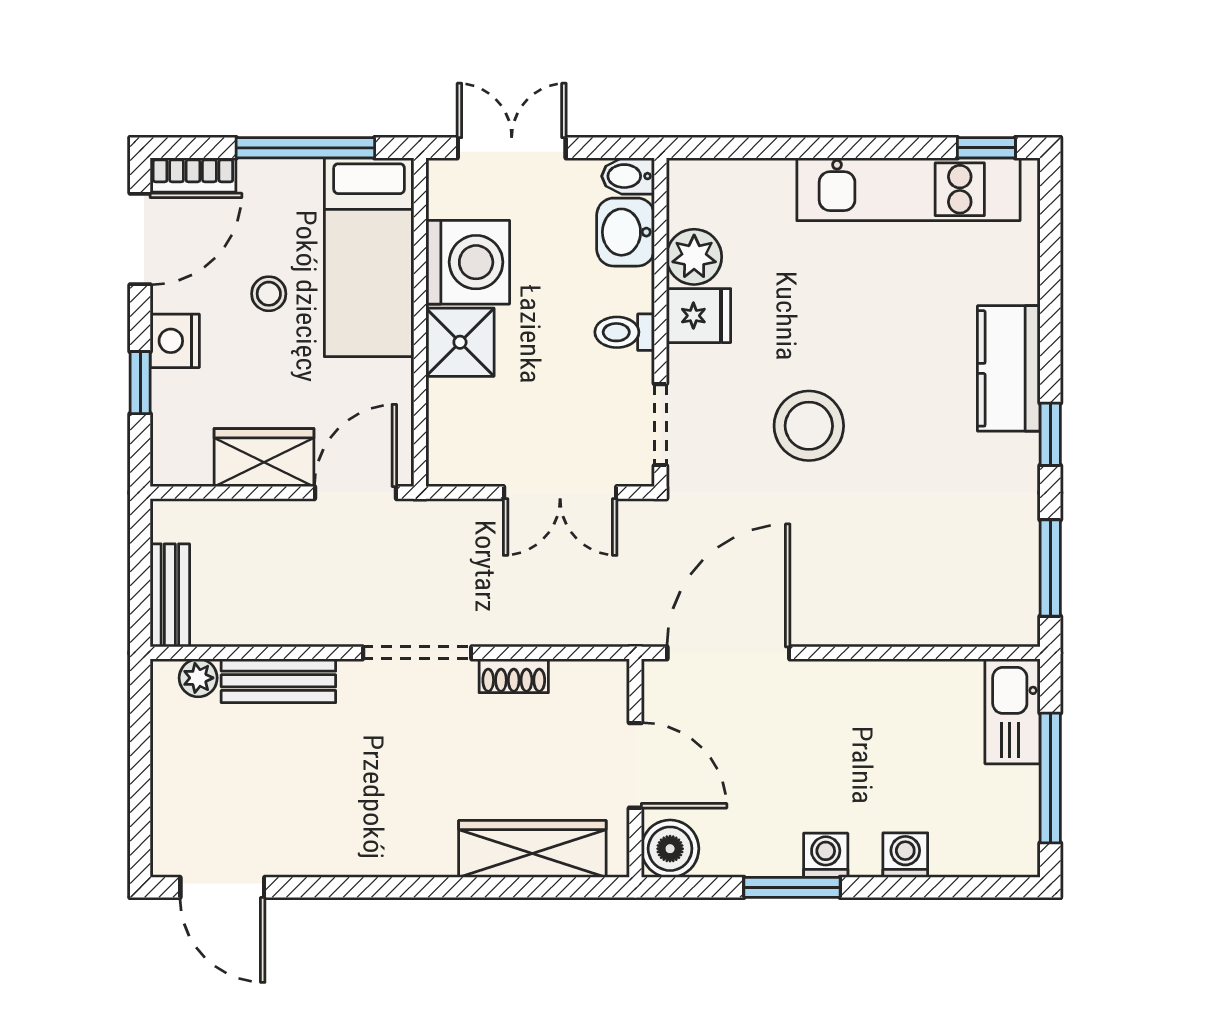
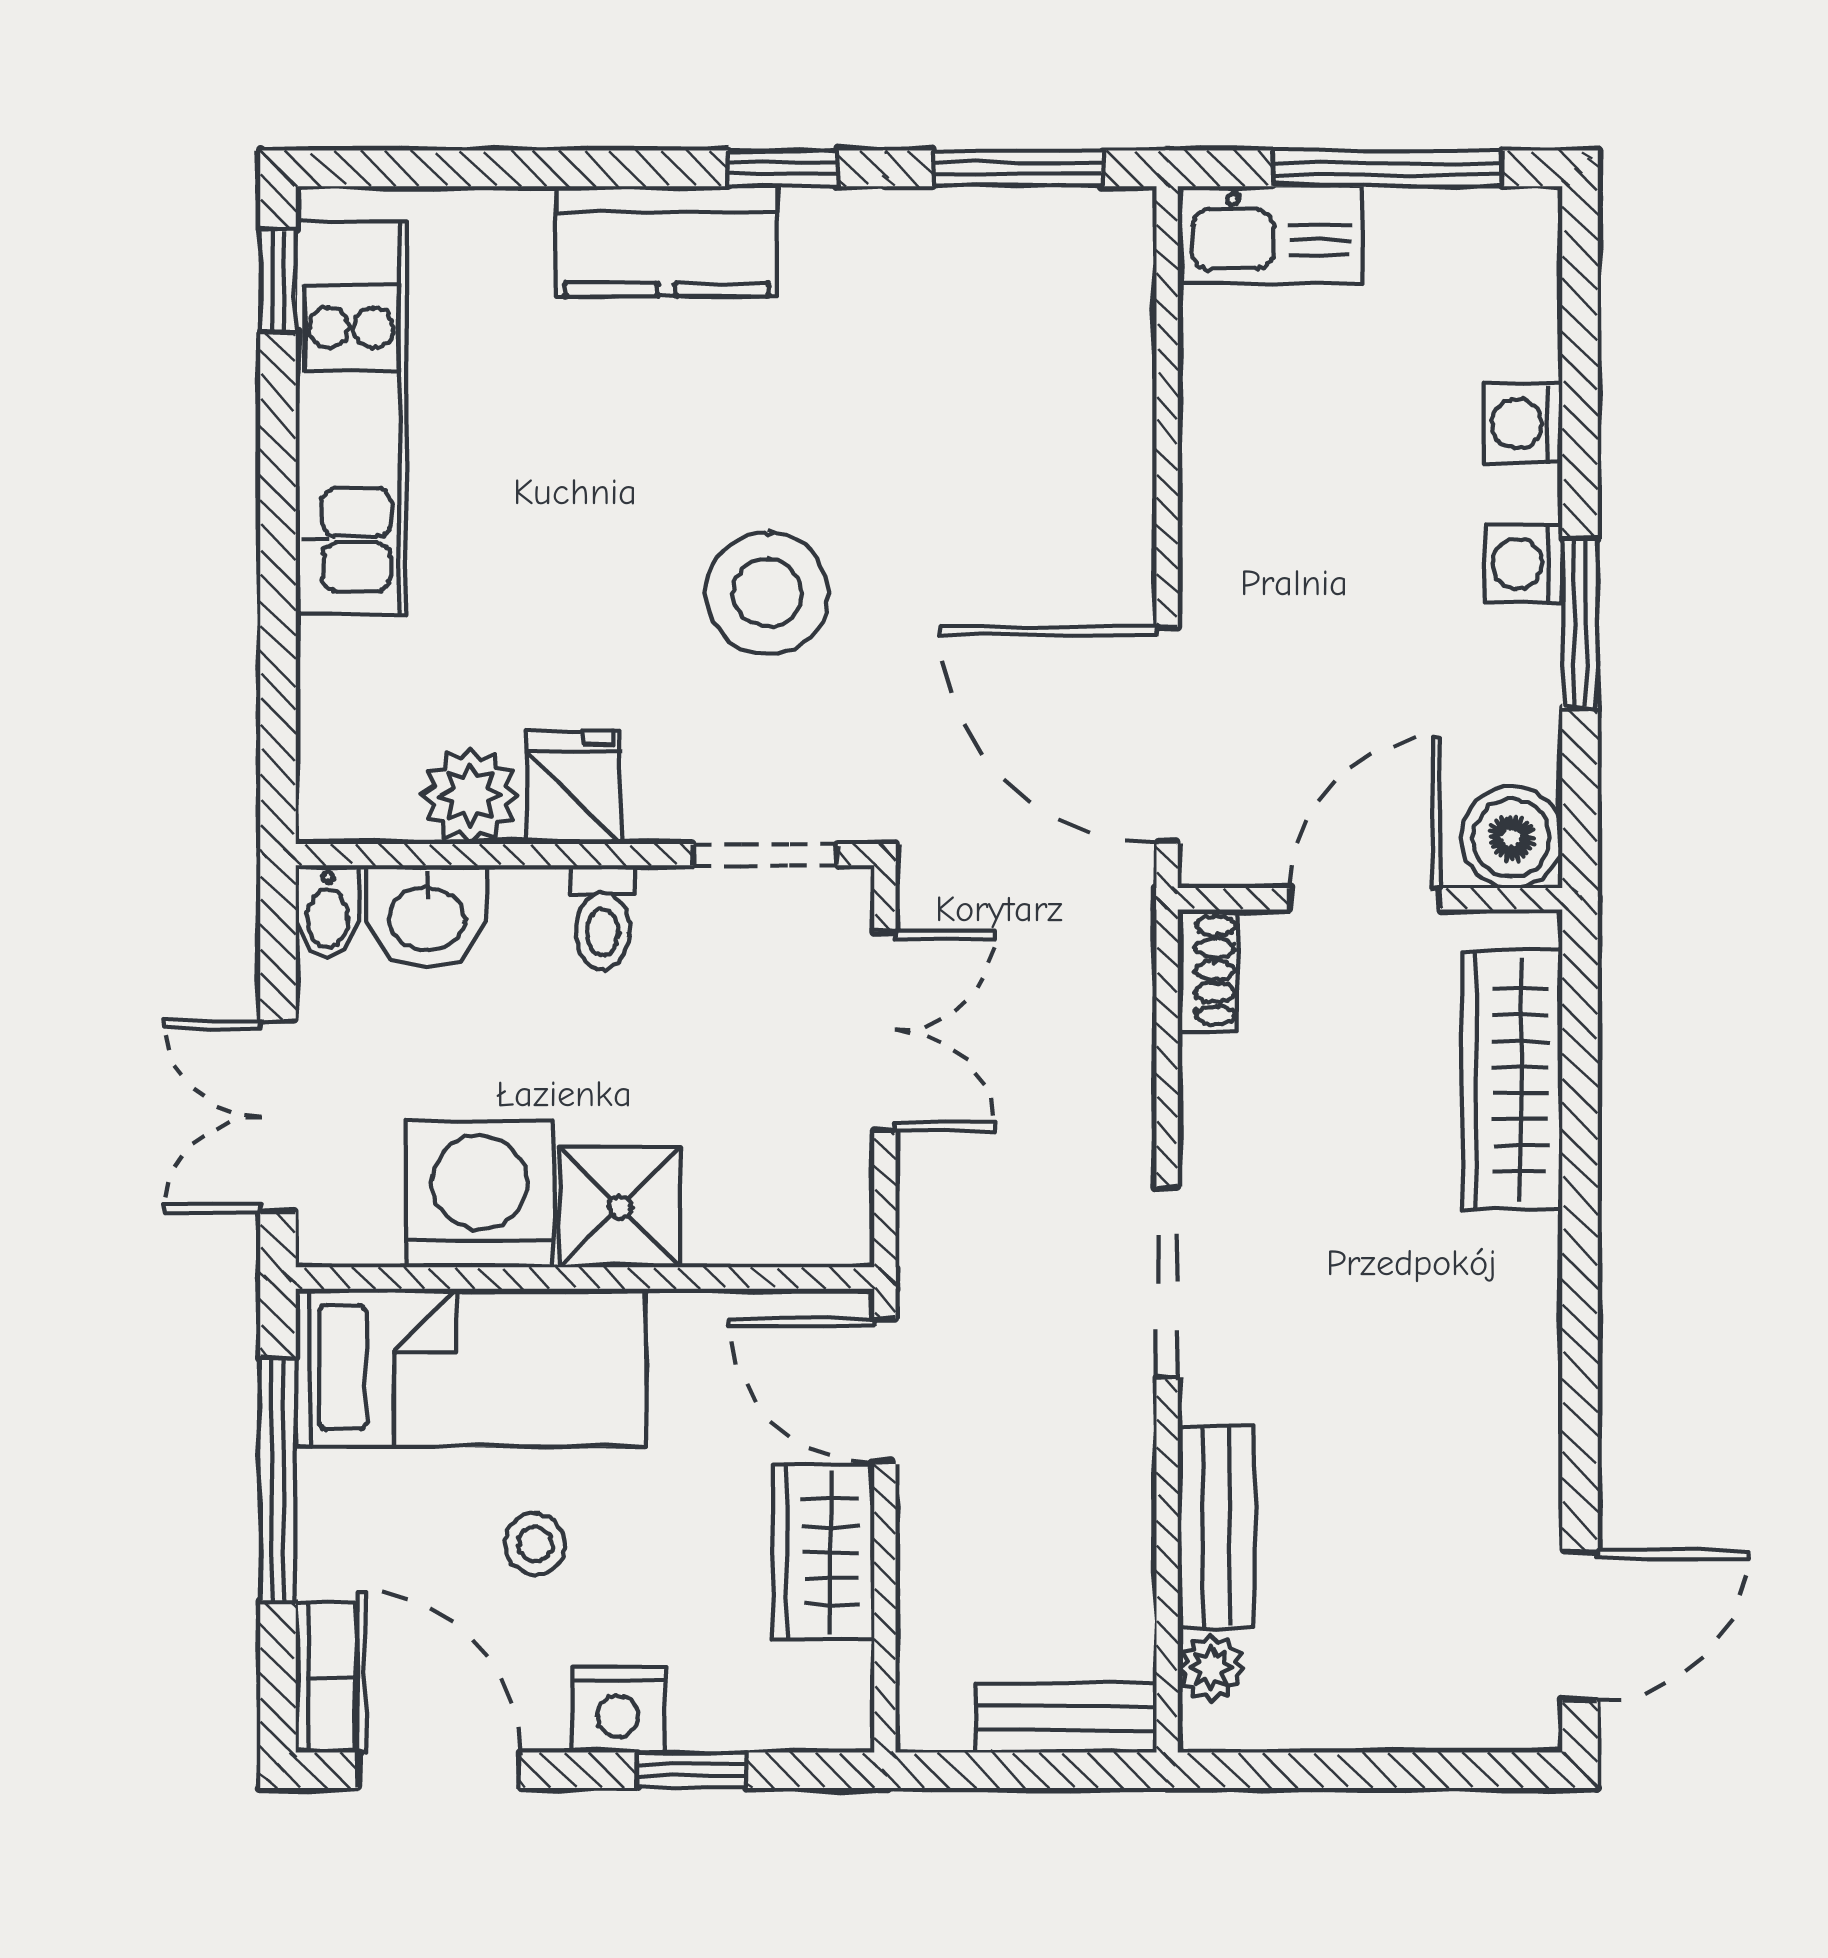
shoe rack: (514, 676) -> (1207, 970), moved

